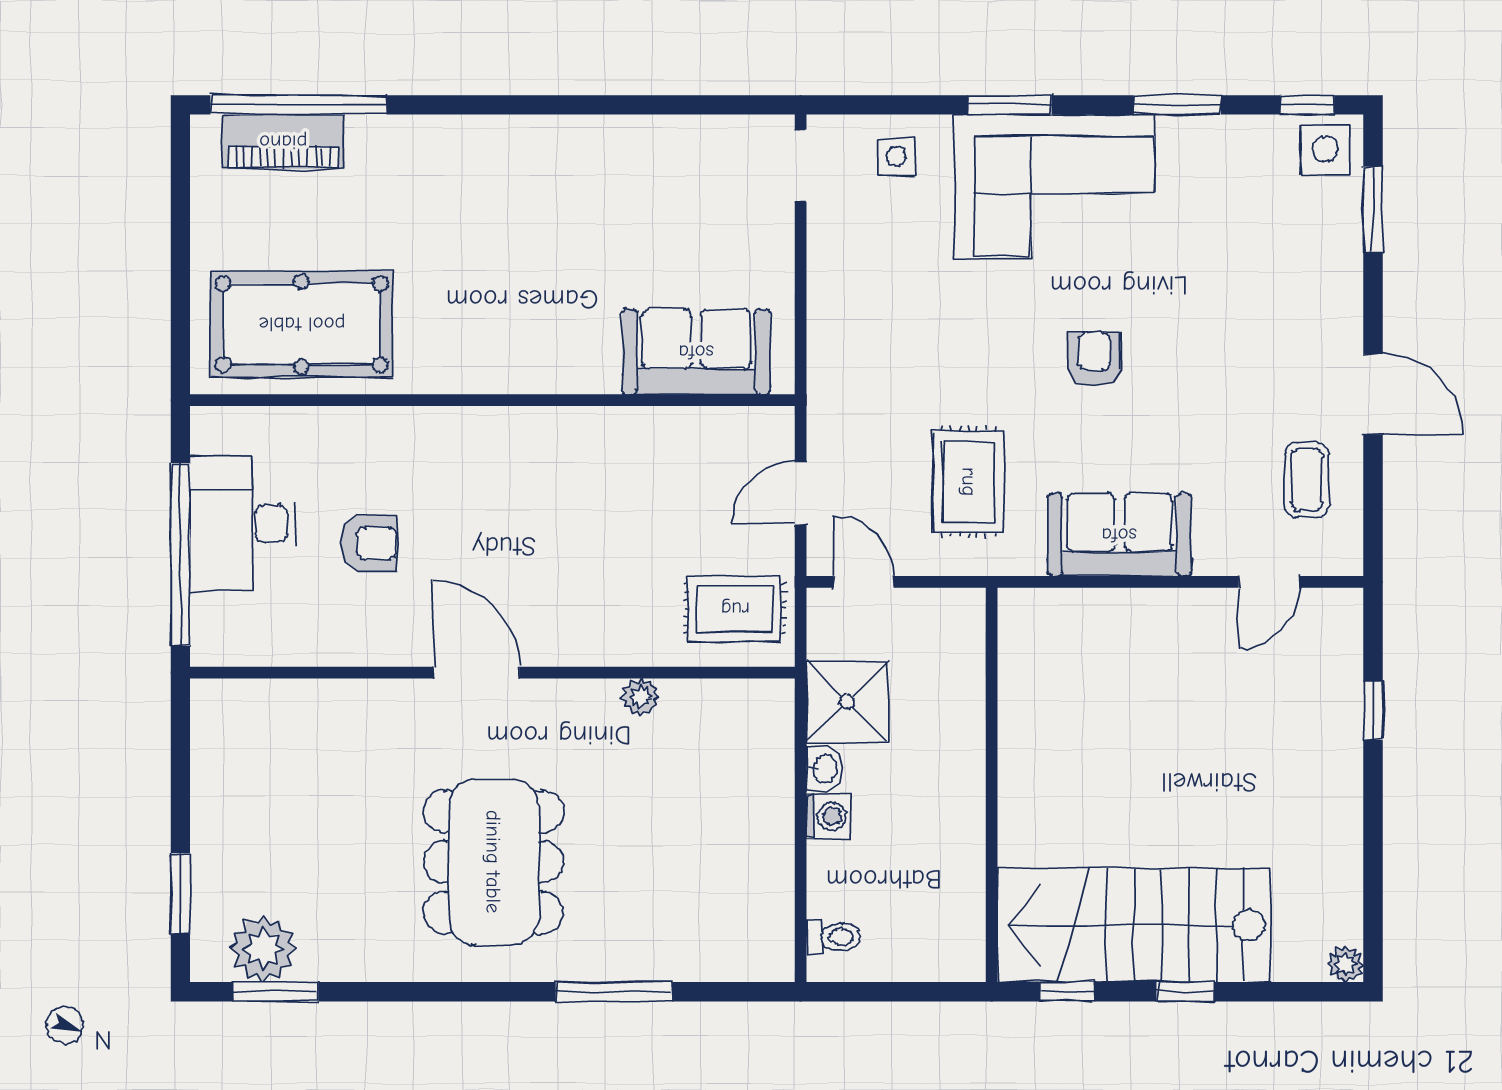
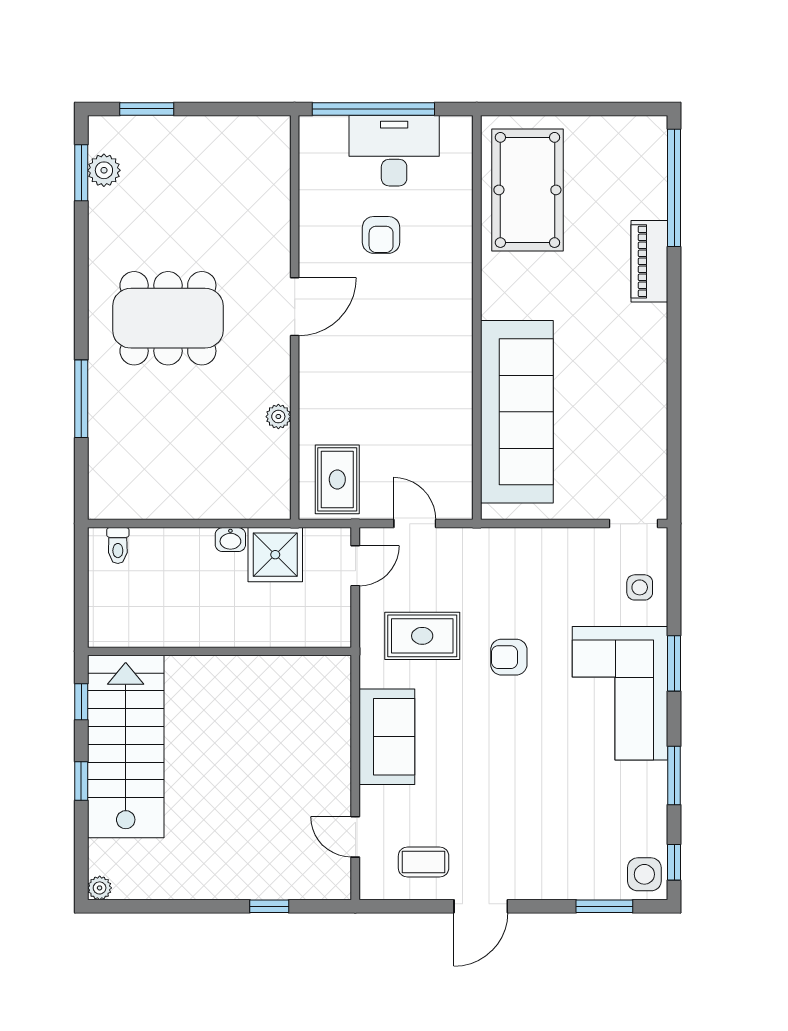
piano: (283, 142) -> (649, 261), moved
sofa: (696, 352) -> (517, 412), width x1.85, depth x1.27
armchair: (1094, 359) -> (509, 657), moved, turned 180
washing machine: (828, 816) -> (198, 542), removed
plant: (263, 949) -> (104, 170), width x0.73, depth x0.73

